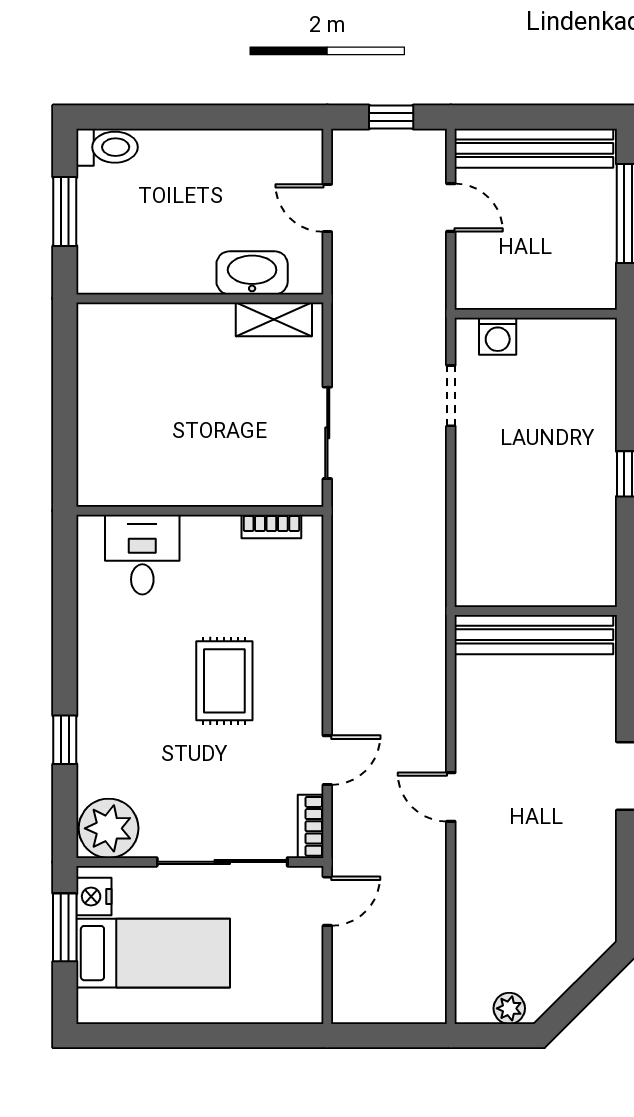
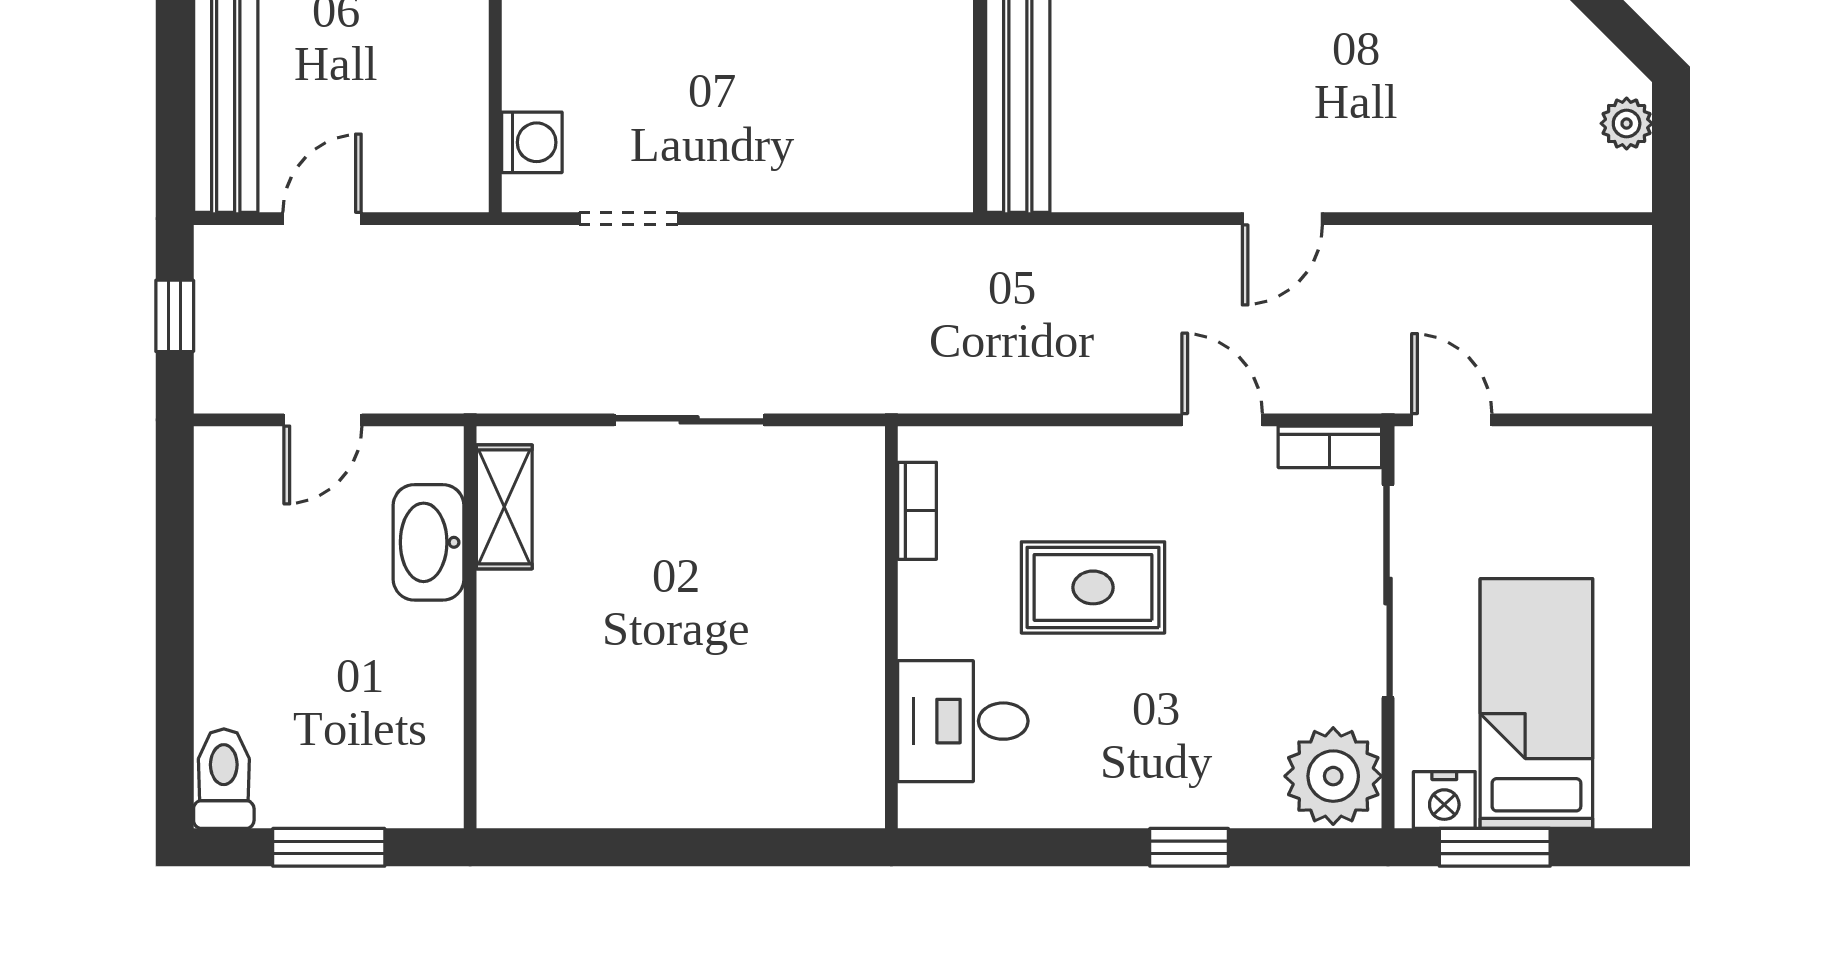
wall: (200, 511) -> (891, 627), moved
bookcase: (271, 526) -> (917, 511), moved
desk: (142, 555) -> (963, 721), moved

